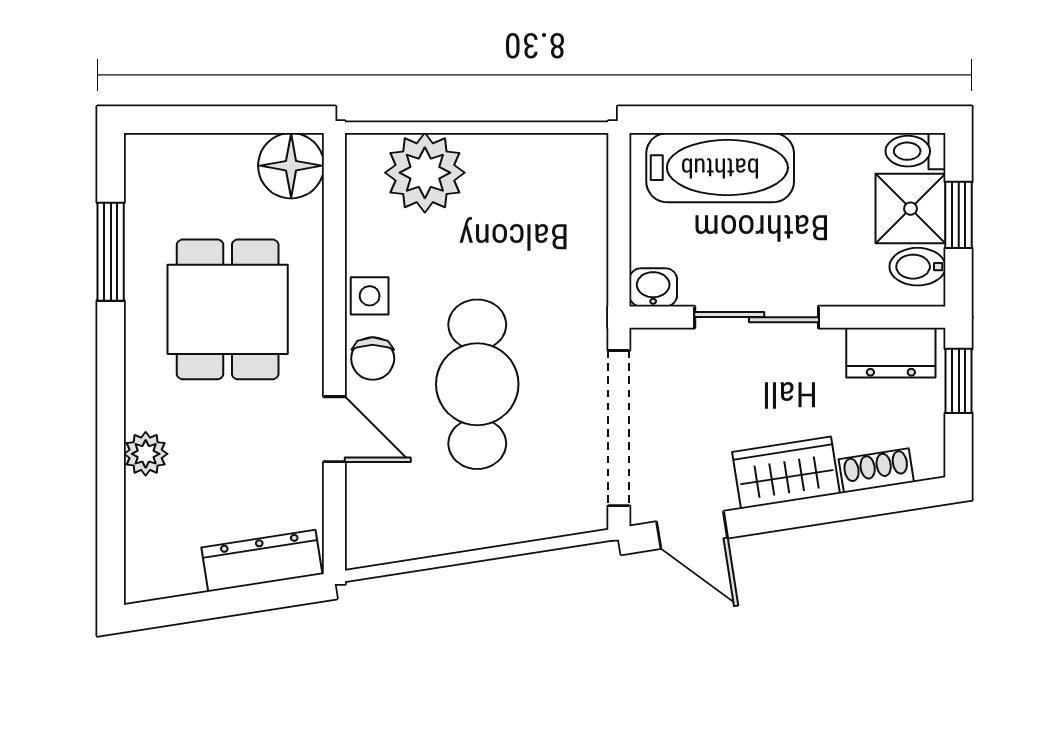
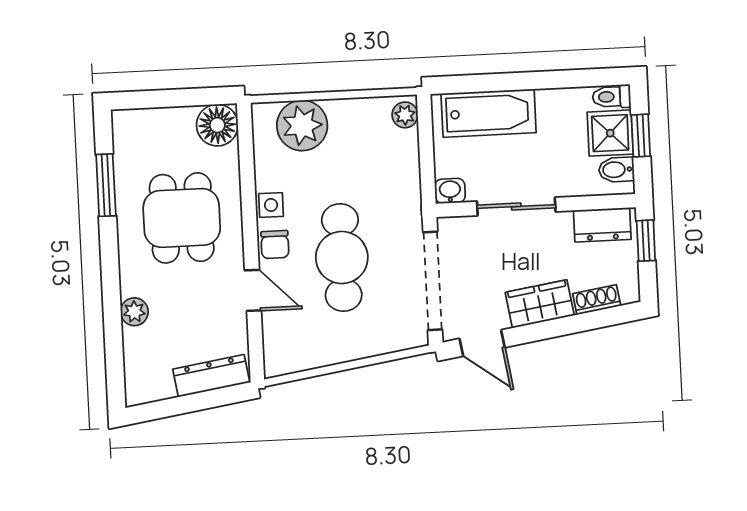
plant: (588, 164) -> (405, 115), added

